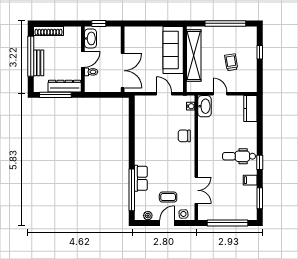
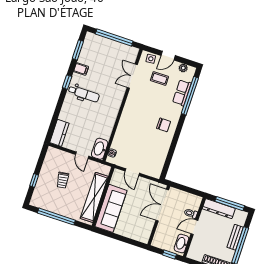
chair: (184, 136) -> (164, 125), moved
row of seats: (141, 178) -> (182, 93), moved

